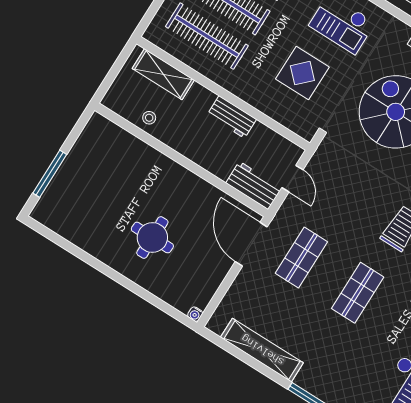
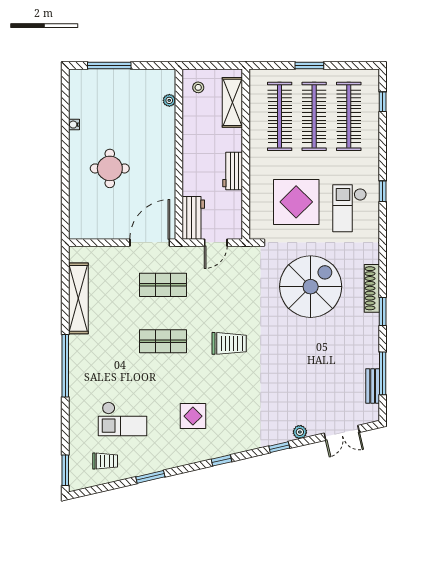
display table: (302, 73) -> (296, 202), width x1.36, depth x1.36
stool: (149, 118) -> (198, 87), moved
plant: (122, 136) -> (169, 100), added
water cooler: (195, 314) -> (74, 125), moved

